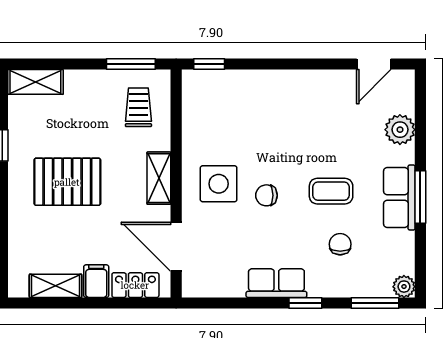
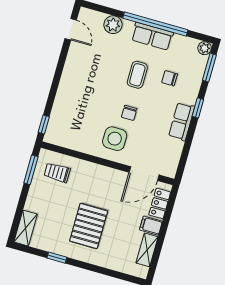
shelving: (159, 178) -> (102, 172), removed
window: (420, 197) -> (155, 24), width x2.11

